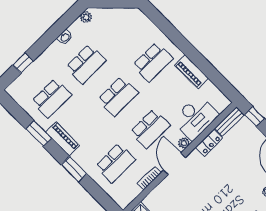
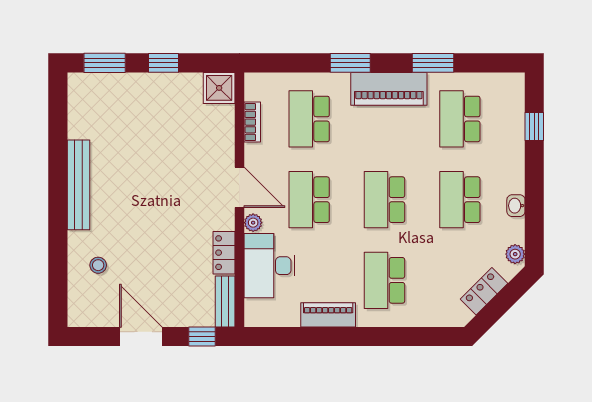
locker: (115, 15) -> (484, 291), added
piano: (63, 139) -> (389, 89), width x1.37, depth x1.33
bookcase: (149, 178) -> (252, 122), moved

